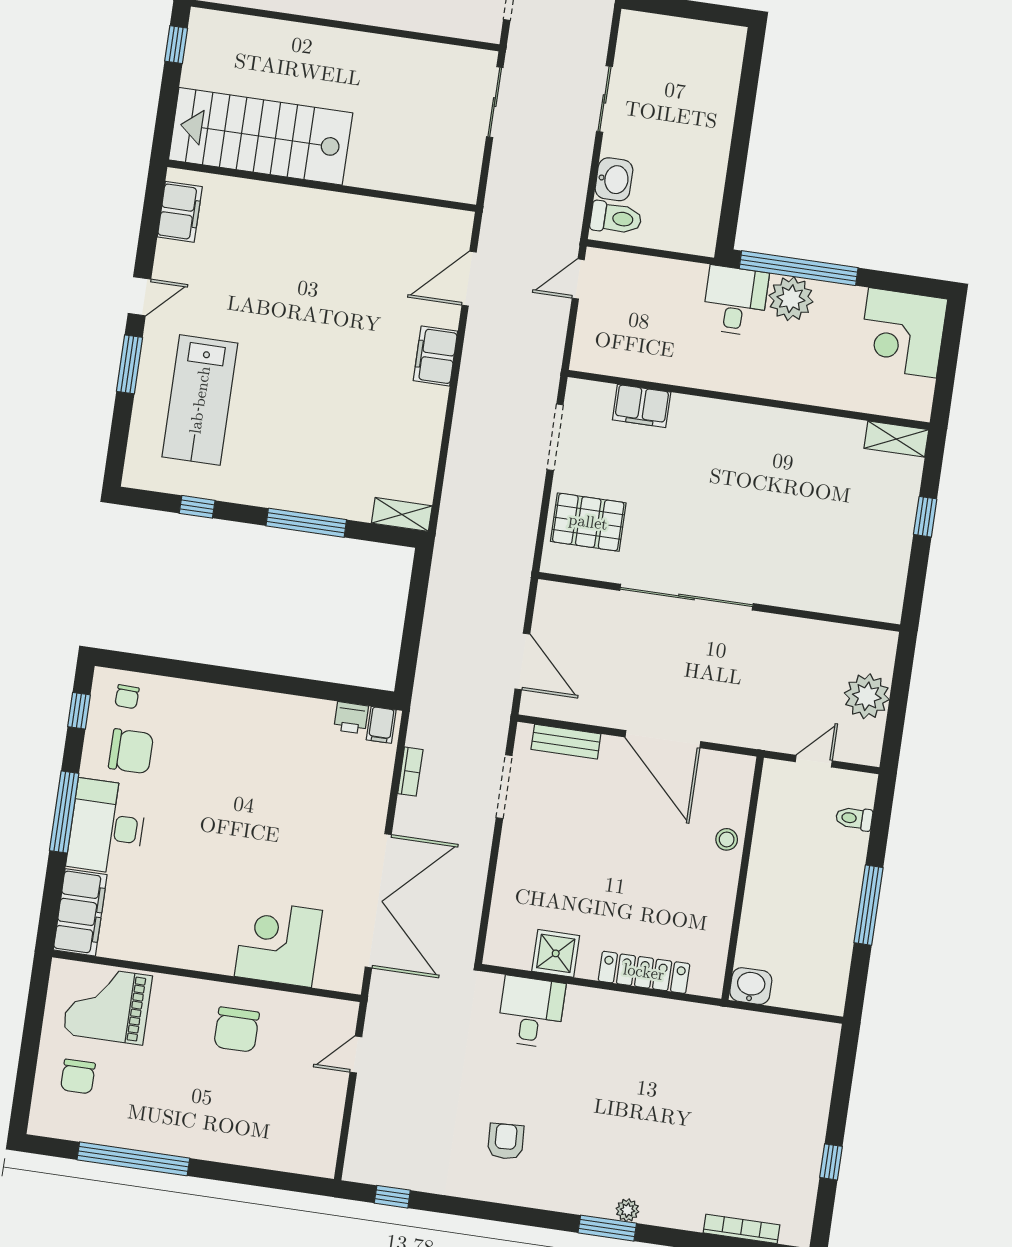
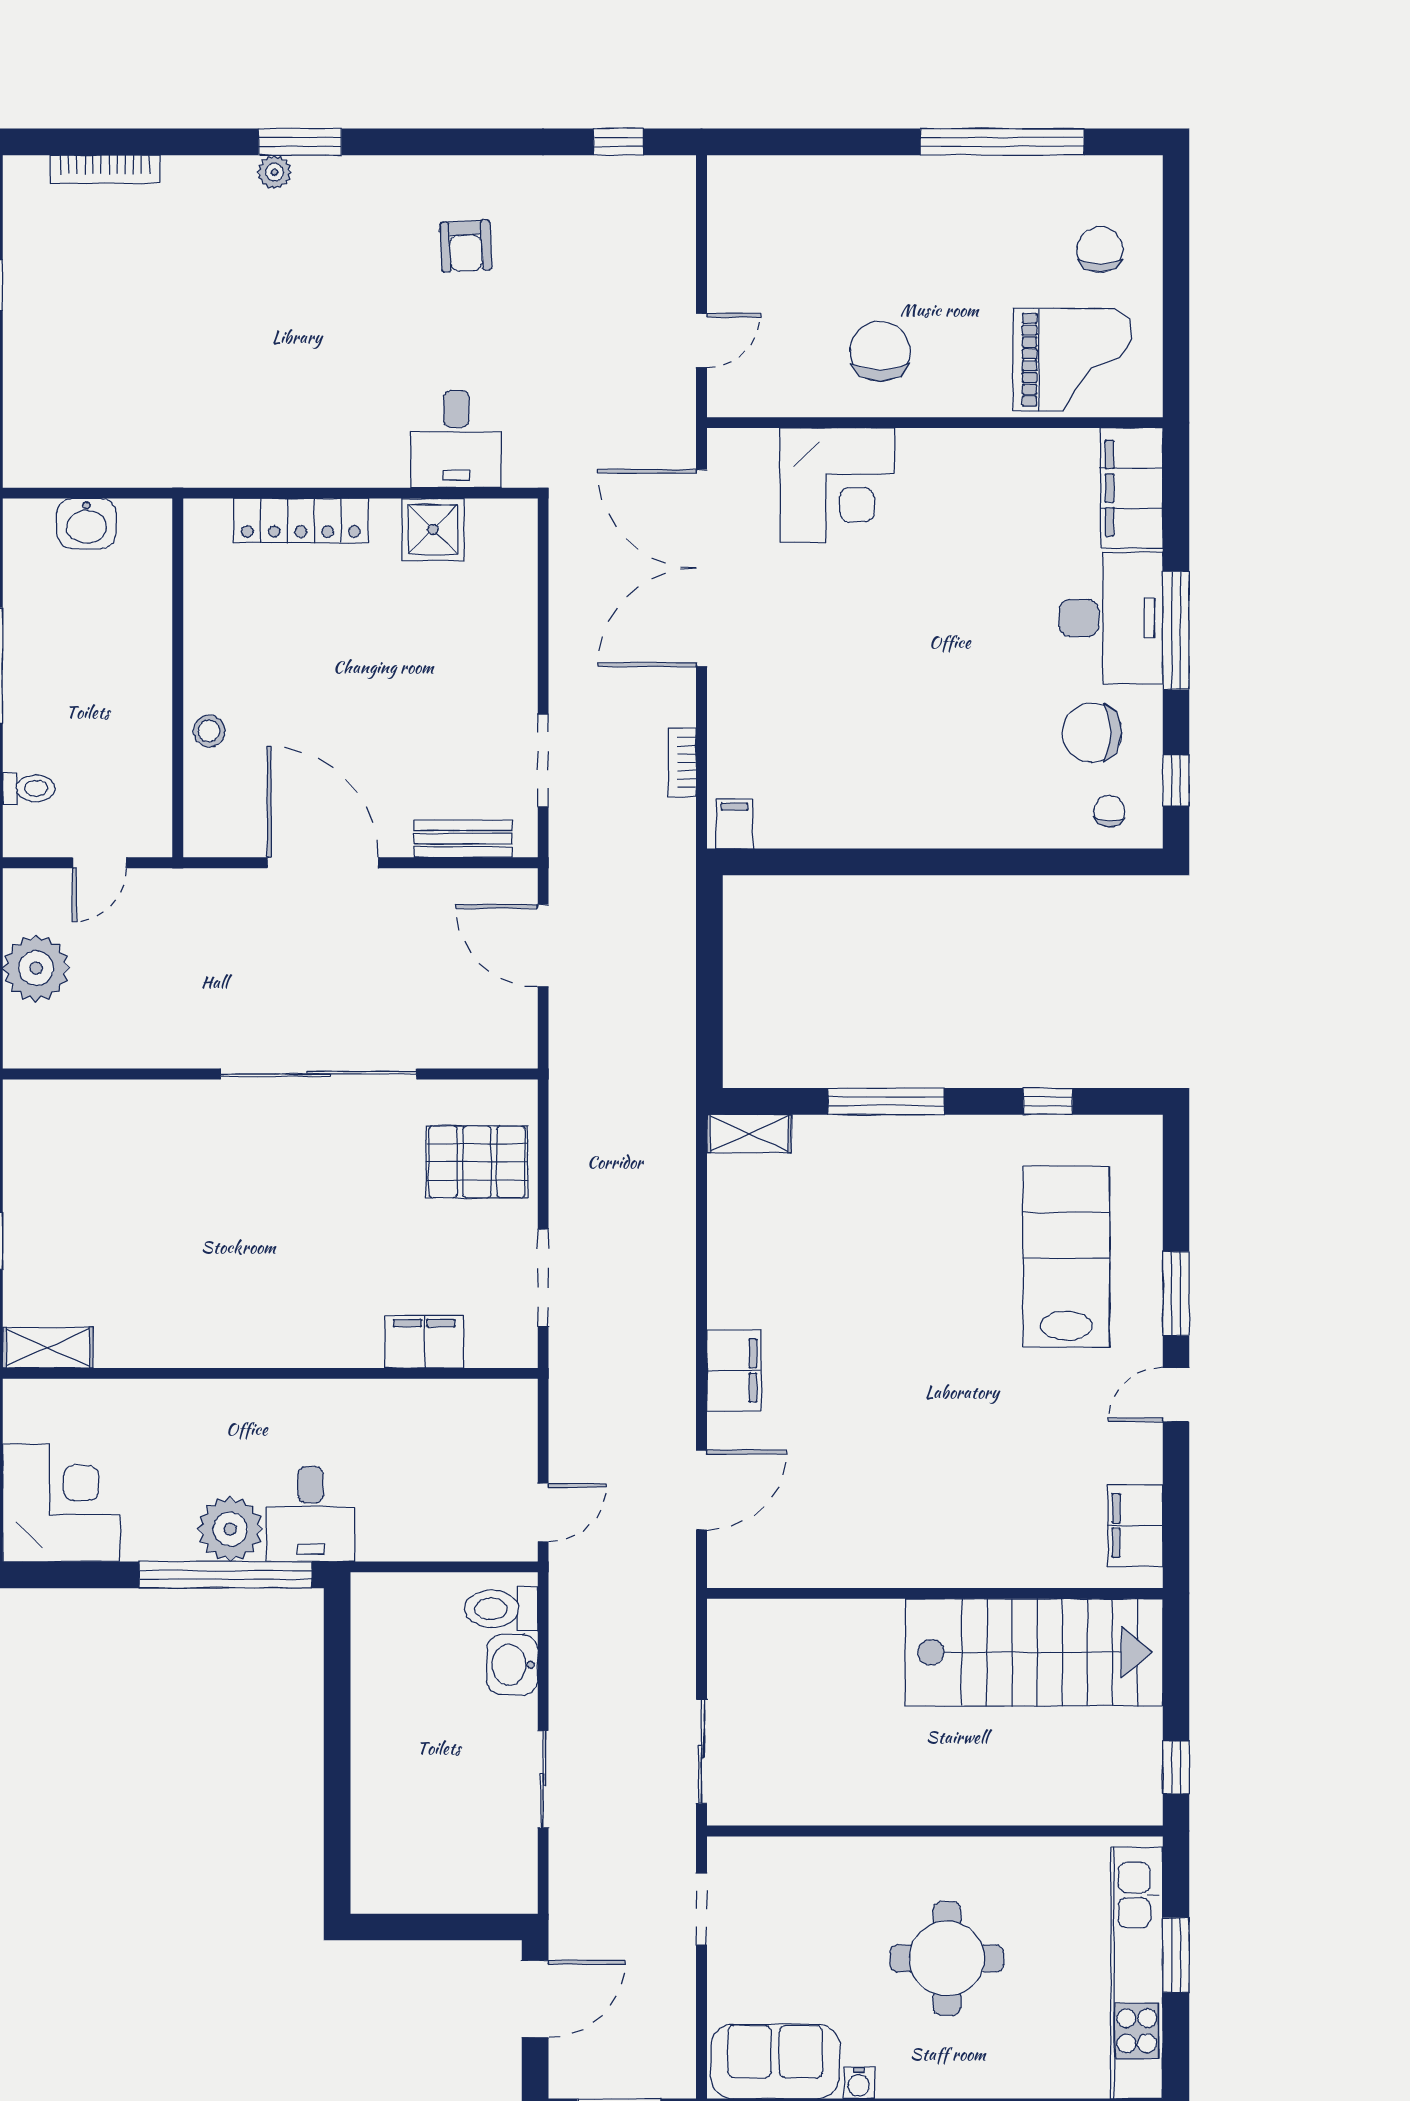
printer: (351, 718) -> (780, 828), removed
washbasin: (751, 986) -> (87, 523), moved

